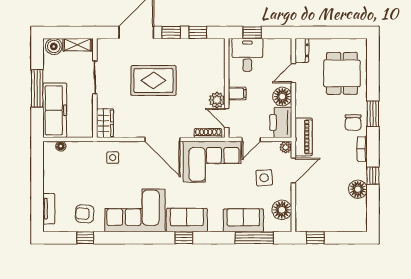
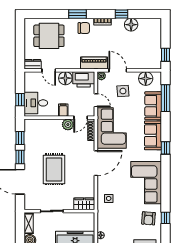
sofa: (187, 220) -> (153, 135), moved

